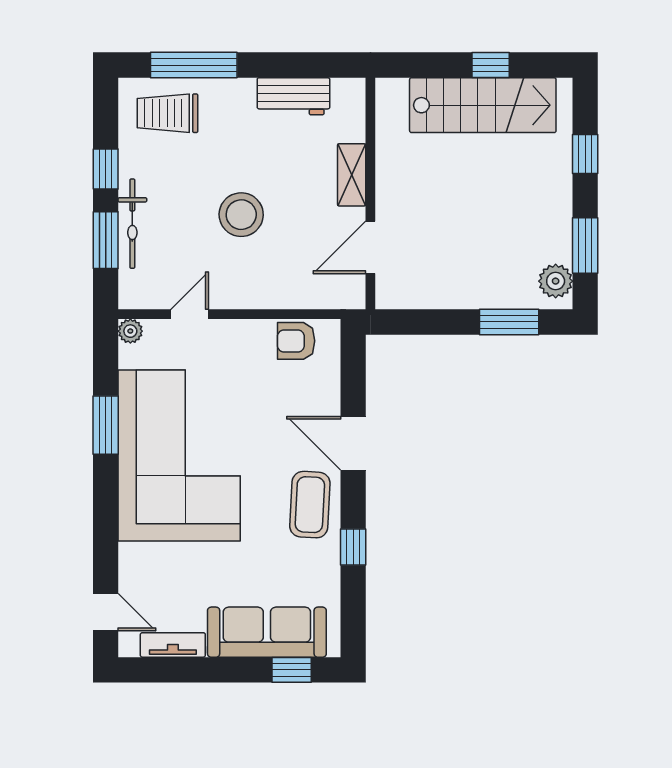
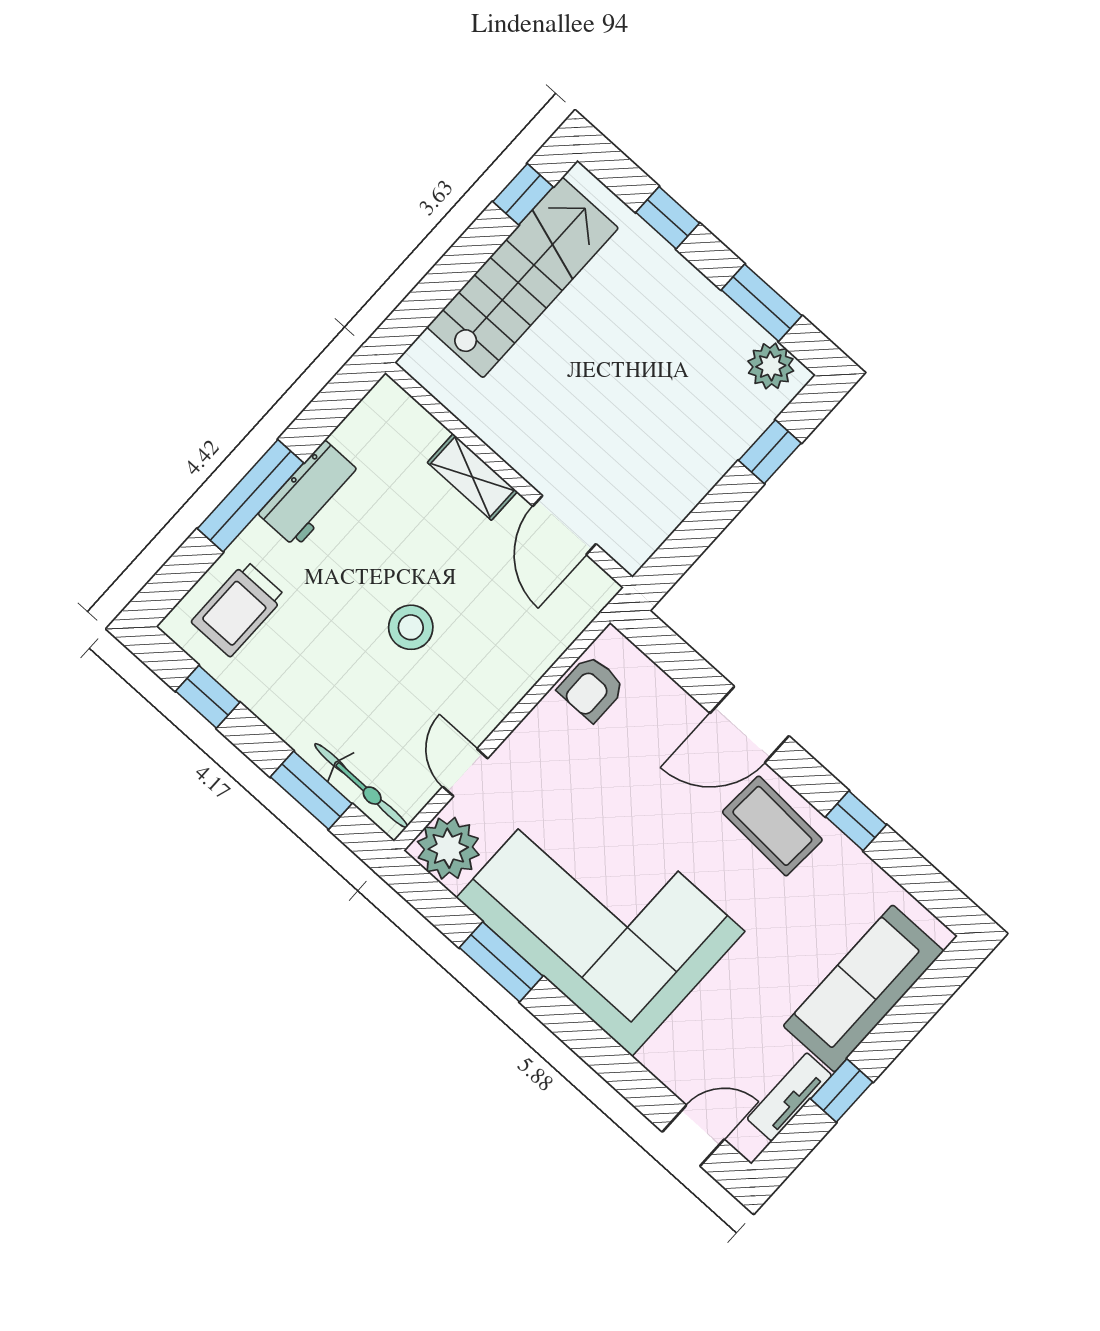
window: (194, 65) -> (251, 496), moved
window: (491, 65) -> (523, 194), moved
workbench: (293, 96) -> (310, 494), moved
window: (106, 169) -> (208, 697), moved
stool: (241, 215) -> (411, 627), width x0.73, depth x0.73
bicycle: (132, 224) -> (361, 786), moved
window: (509, 322) -> (770, 452), width x0.67
plant: (130, 331) -> (448, 848), width x1.87, depth x1.87
window: (292, 670) -> (842, 1091), moved

